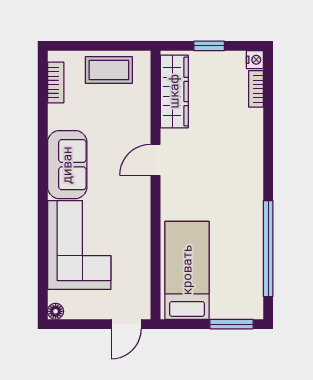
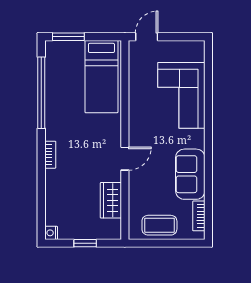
bookcase: (256, 89) -> (50, 155), moved
wardrobe: (174, 91) -> (111, 200), width x0.67
sofa: (67, 165) -> (190, 174), moved
floor lamp: (56, 311) -> (199, 46), removed

